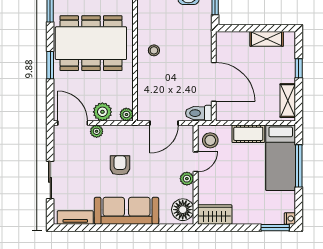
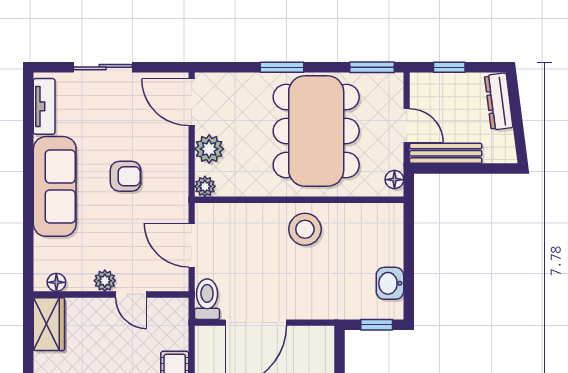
stool: (154, 50) -> (305, 229), width x1.89, depth x1.89
door: (73, 123) -> (192, 102), swing flipped
plant: (97, 131) -> (179, 140), removed
stool: (210, 140) -> (165, 317), removed
floor lamp: (183, 210) -> (56, 282), width x0.53, depth x0.53

